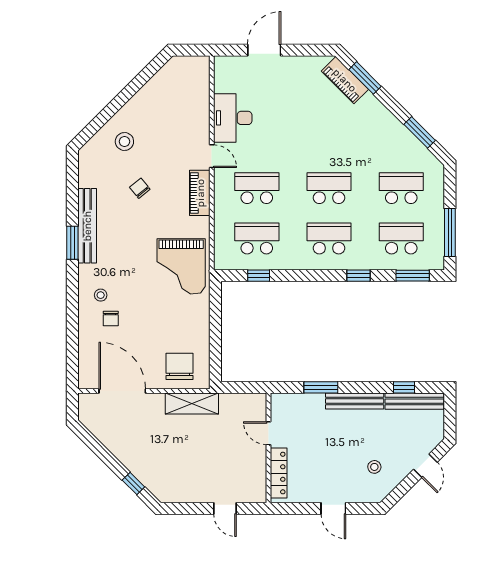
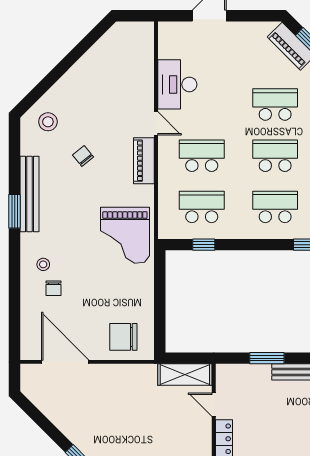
school desk: (329, 138) -> (275, 105), added
stool: (124, 141) -> (48, 122), moved
chair: (179, 366) -> (123, 337), turned -90
shelving: (192, 403) -> (185, 375), moved

